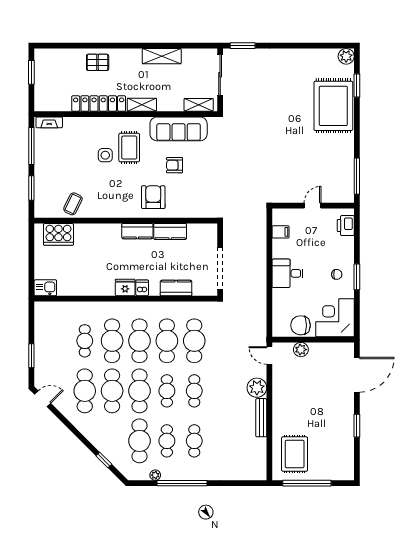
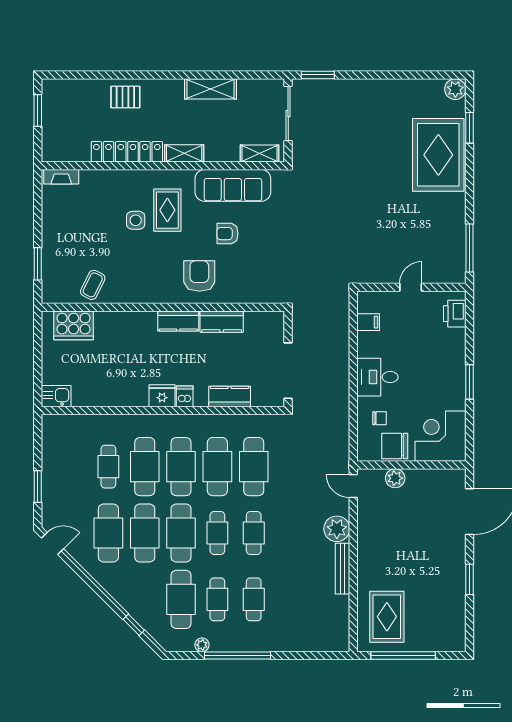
window: (31, 146) -> (38, 208), removed
chair: (337, 274) -> (380, 418), moved

